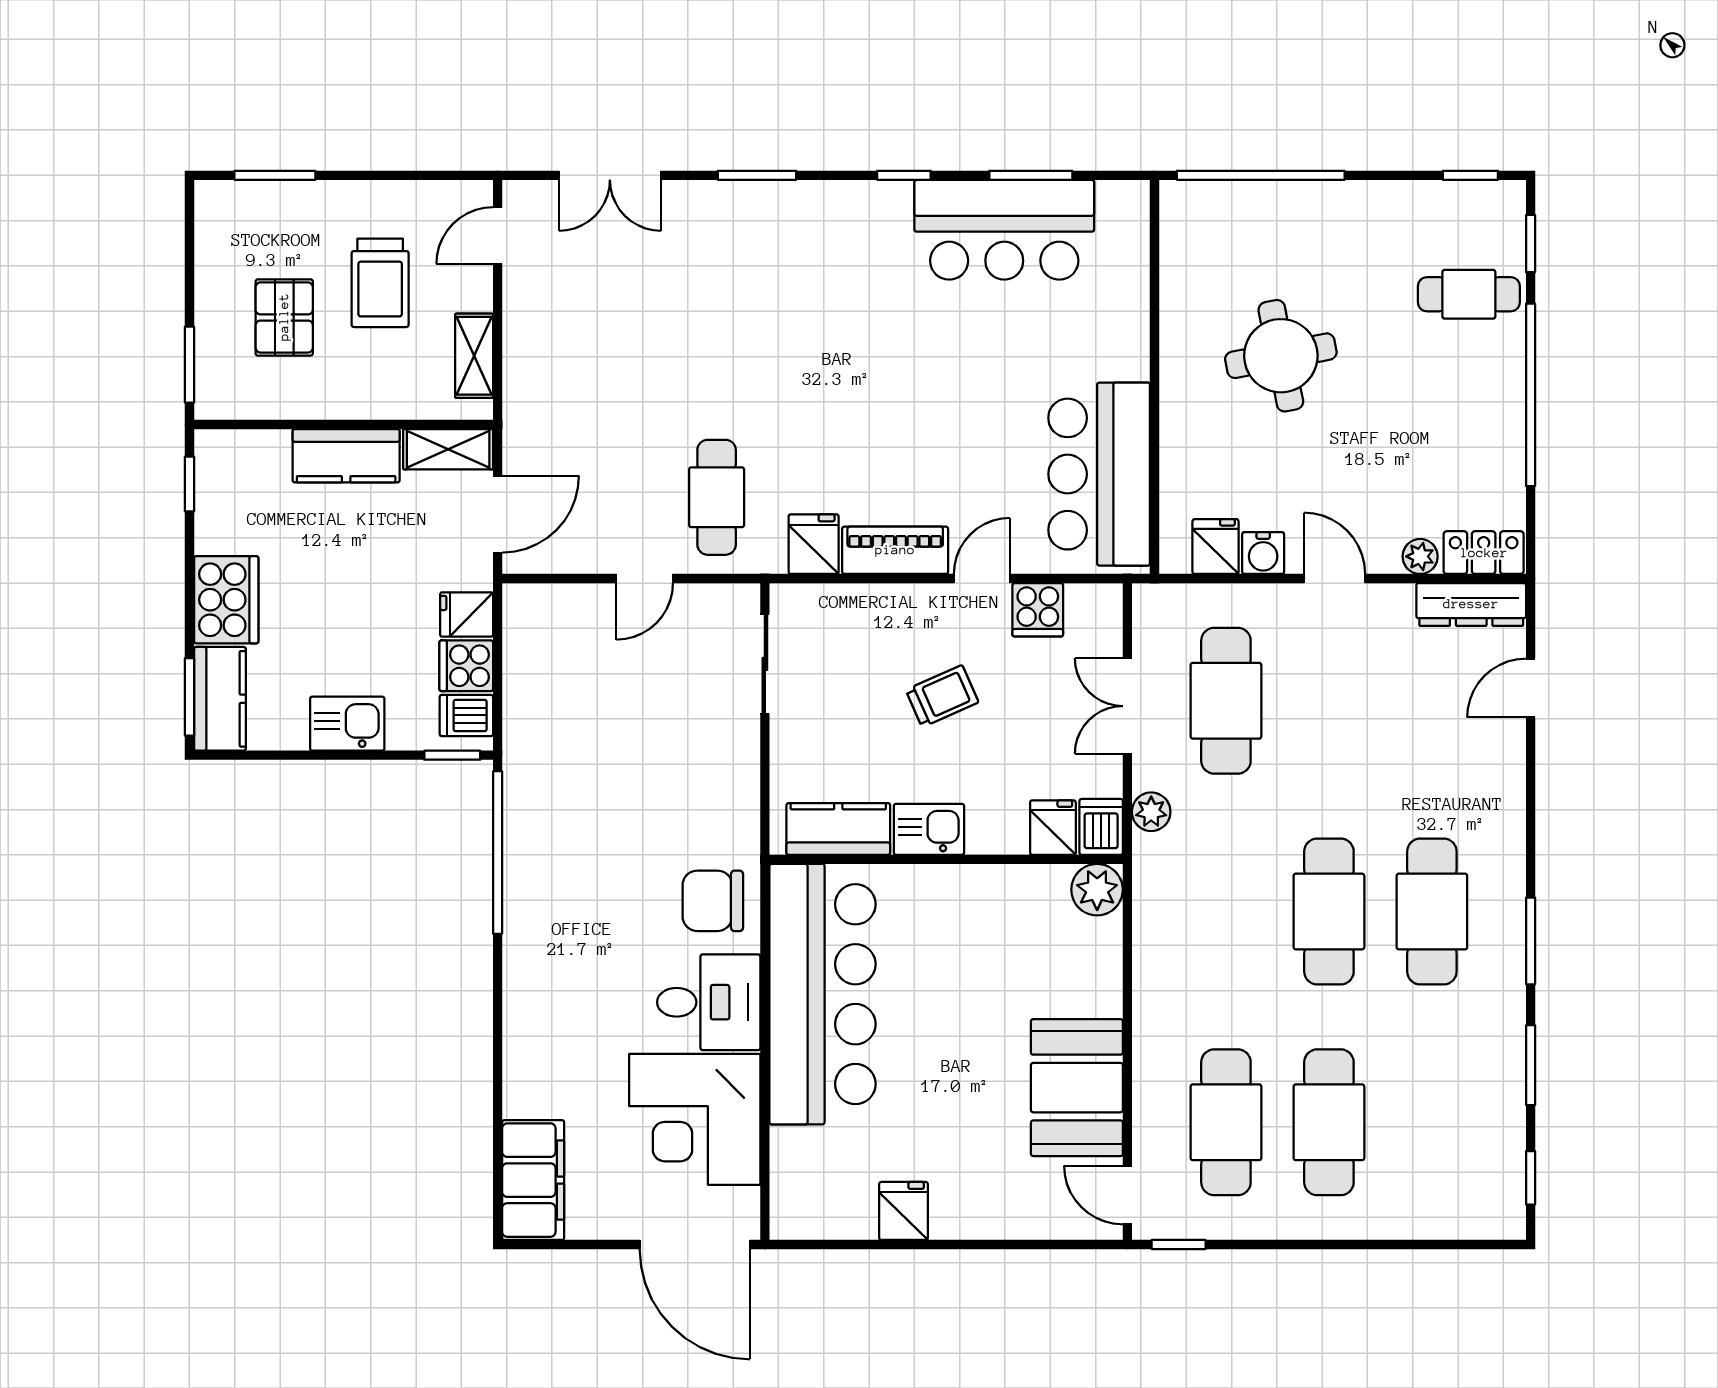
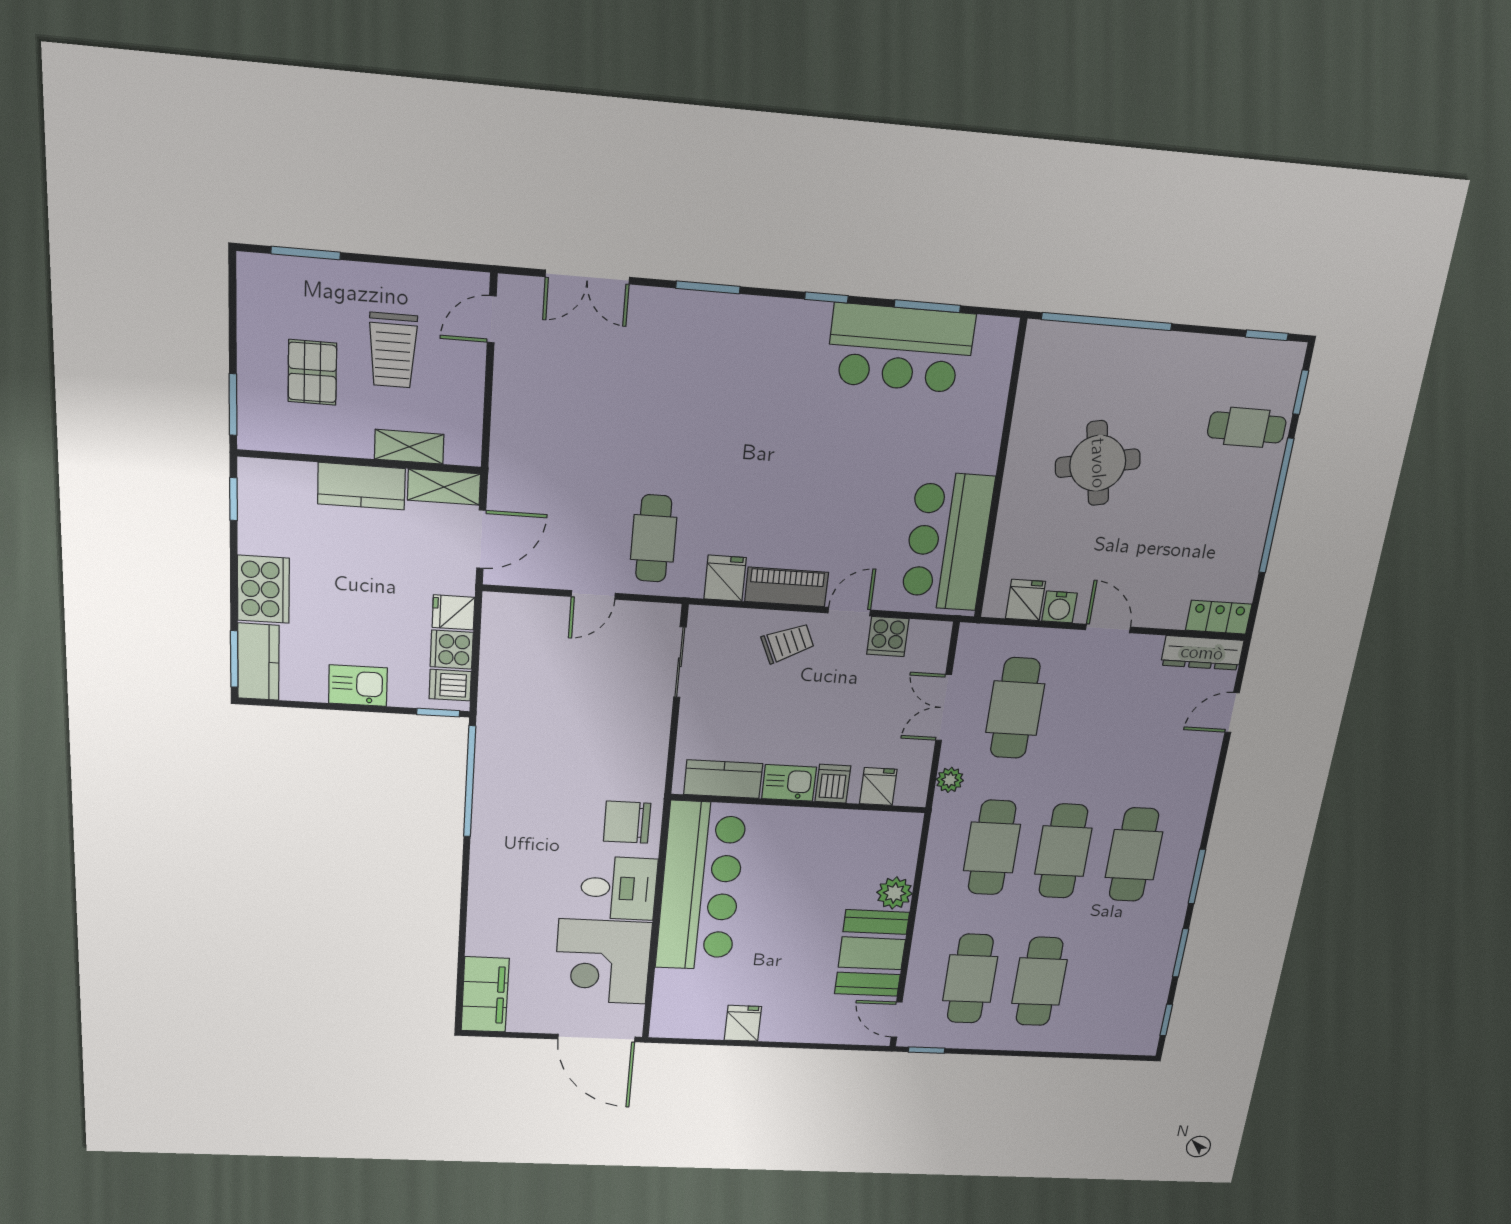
shelving: (474, 356) -> (409, 447), moved, turned 90
plant: (1420, 556) -> (1173, 617), removed
trolley: (942, 696) -> (788, 643), moved
dishwasher: (1101, 827) -> (833, 784), moved
plant: (1097, 890) -> (895, 893), moved
cafe table: (1226, 912) -> (992, 848), added

